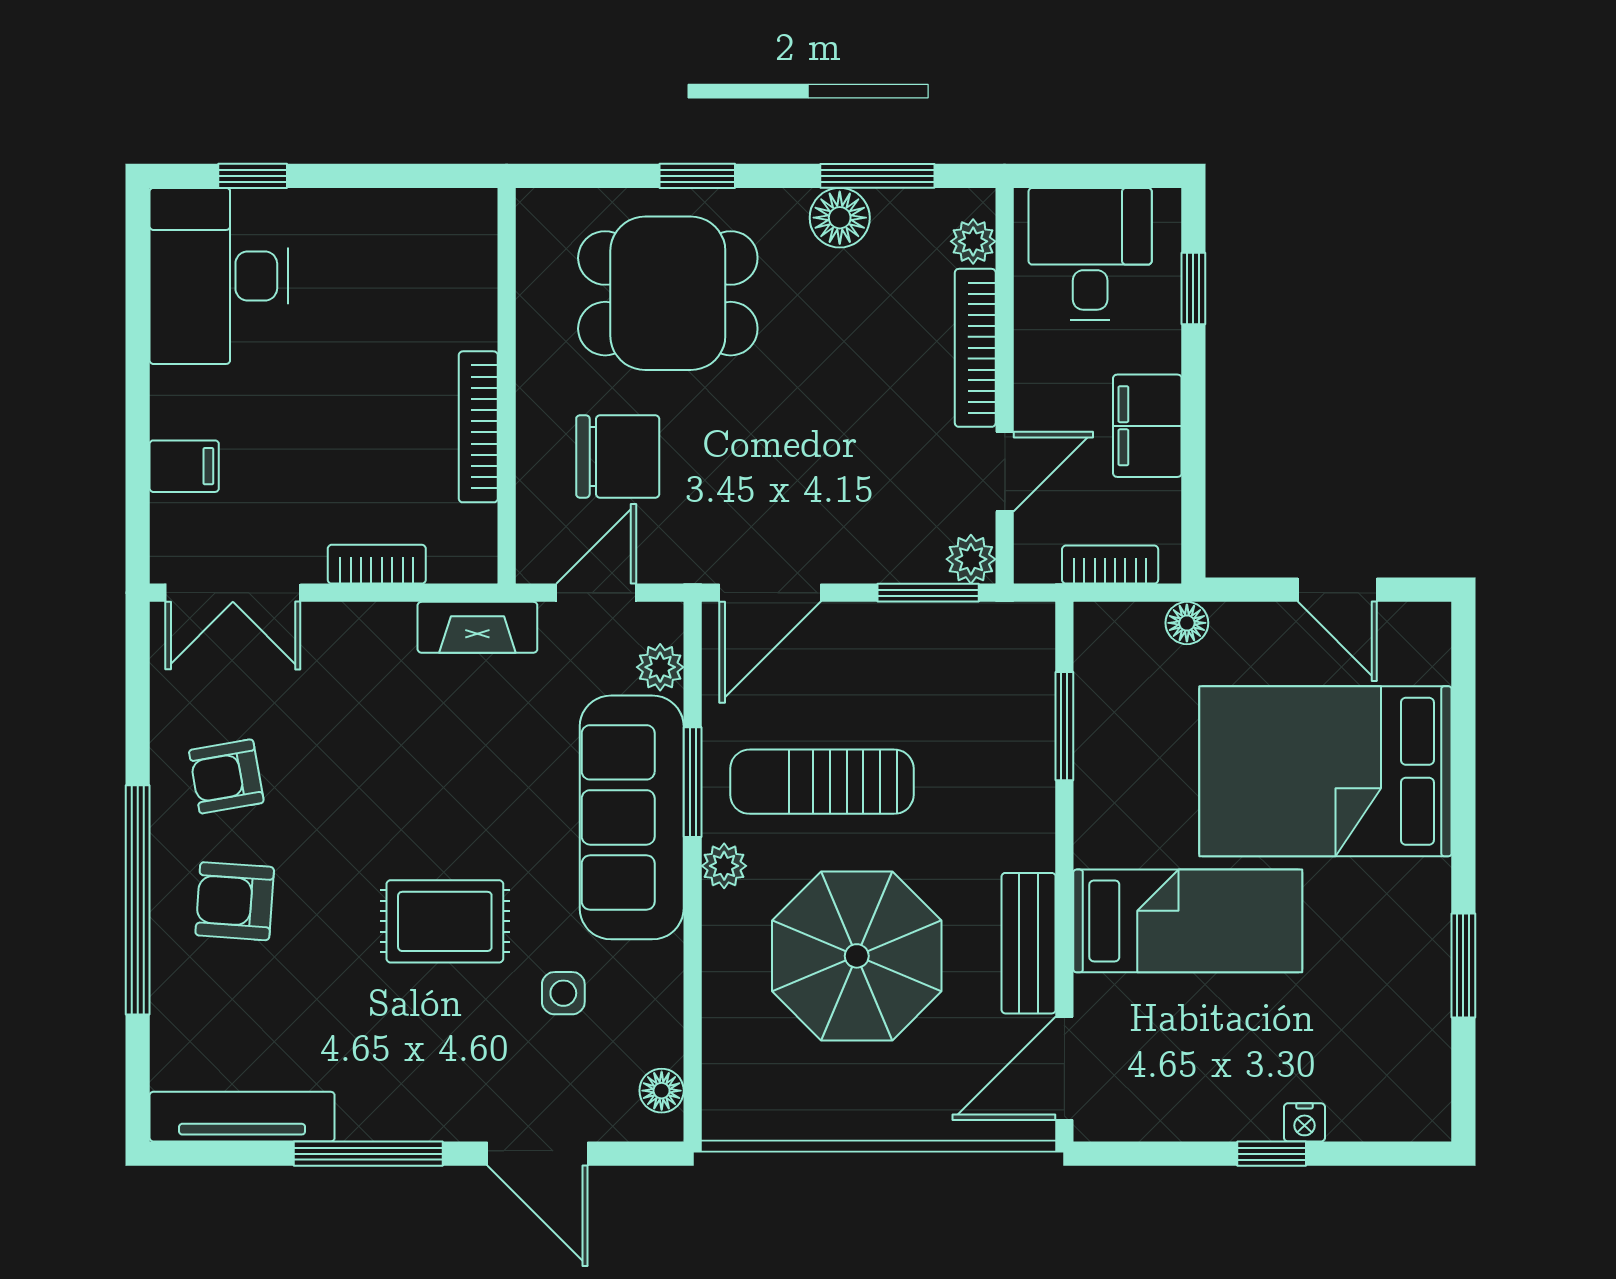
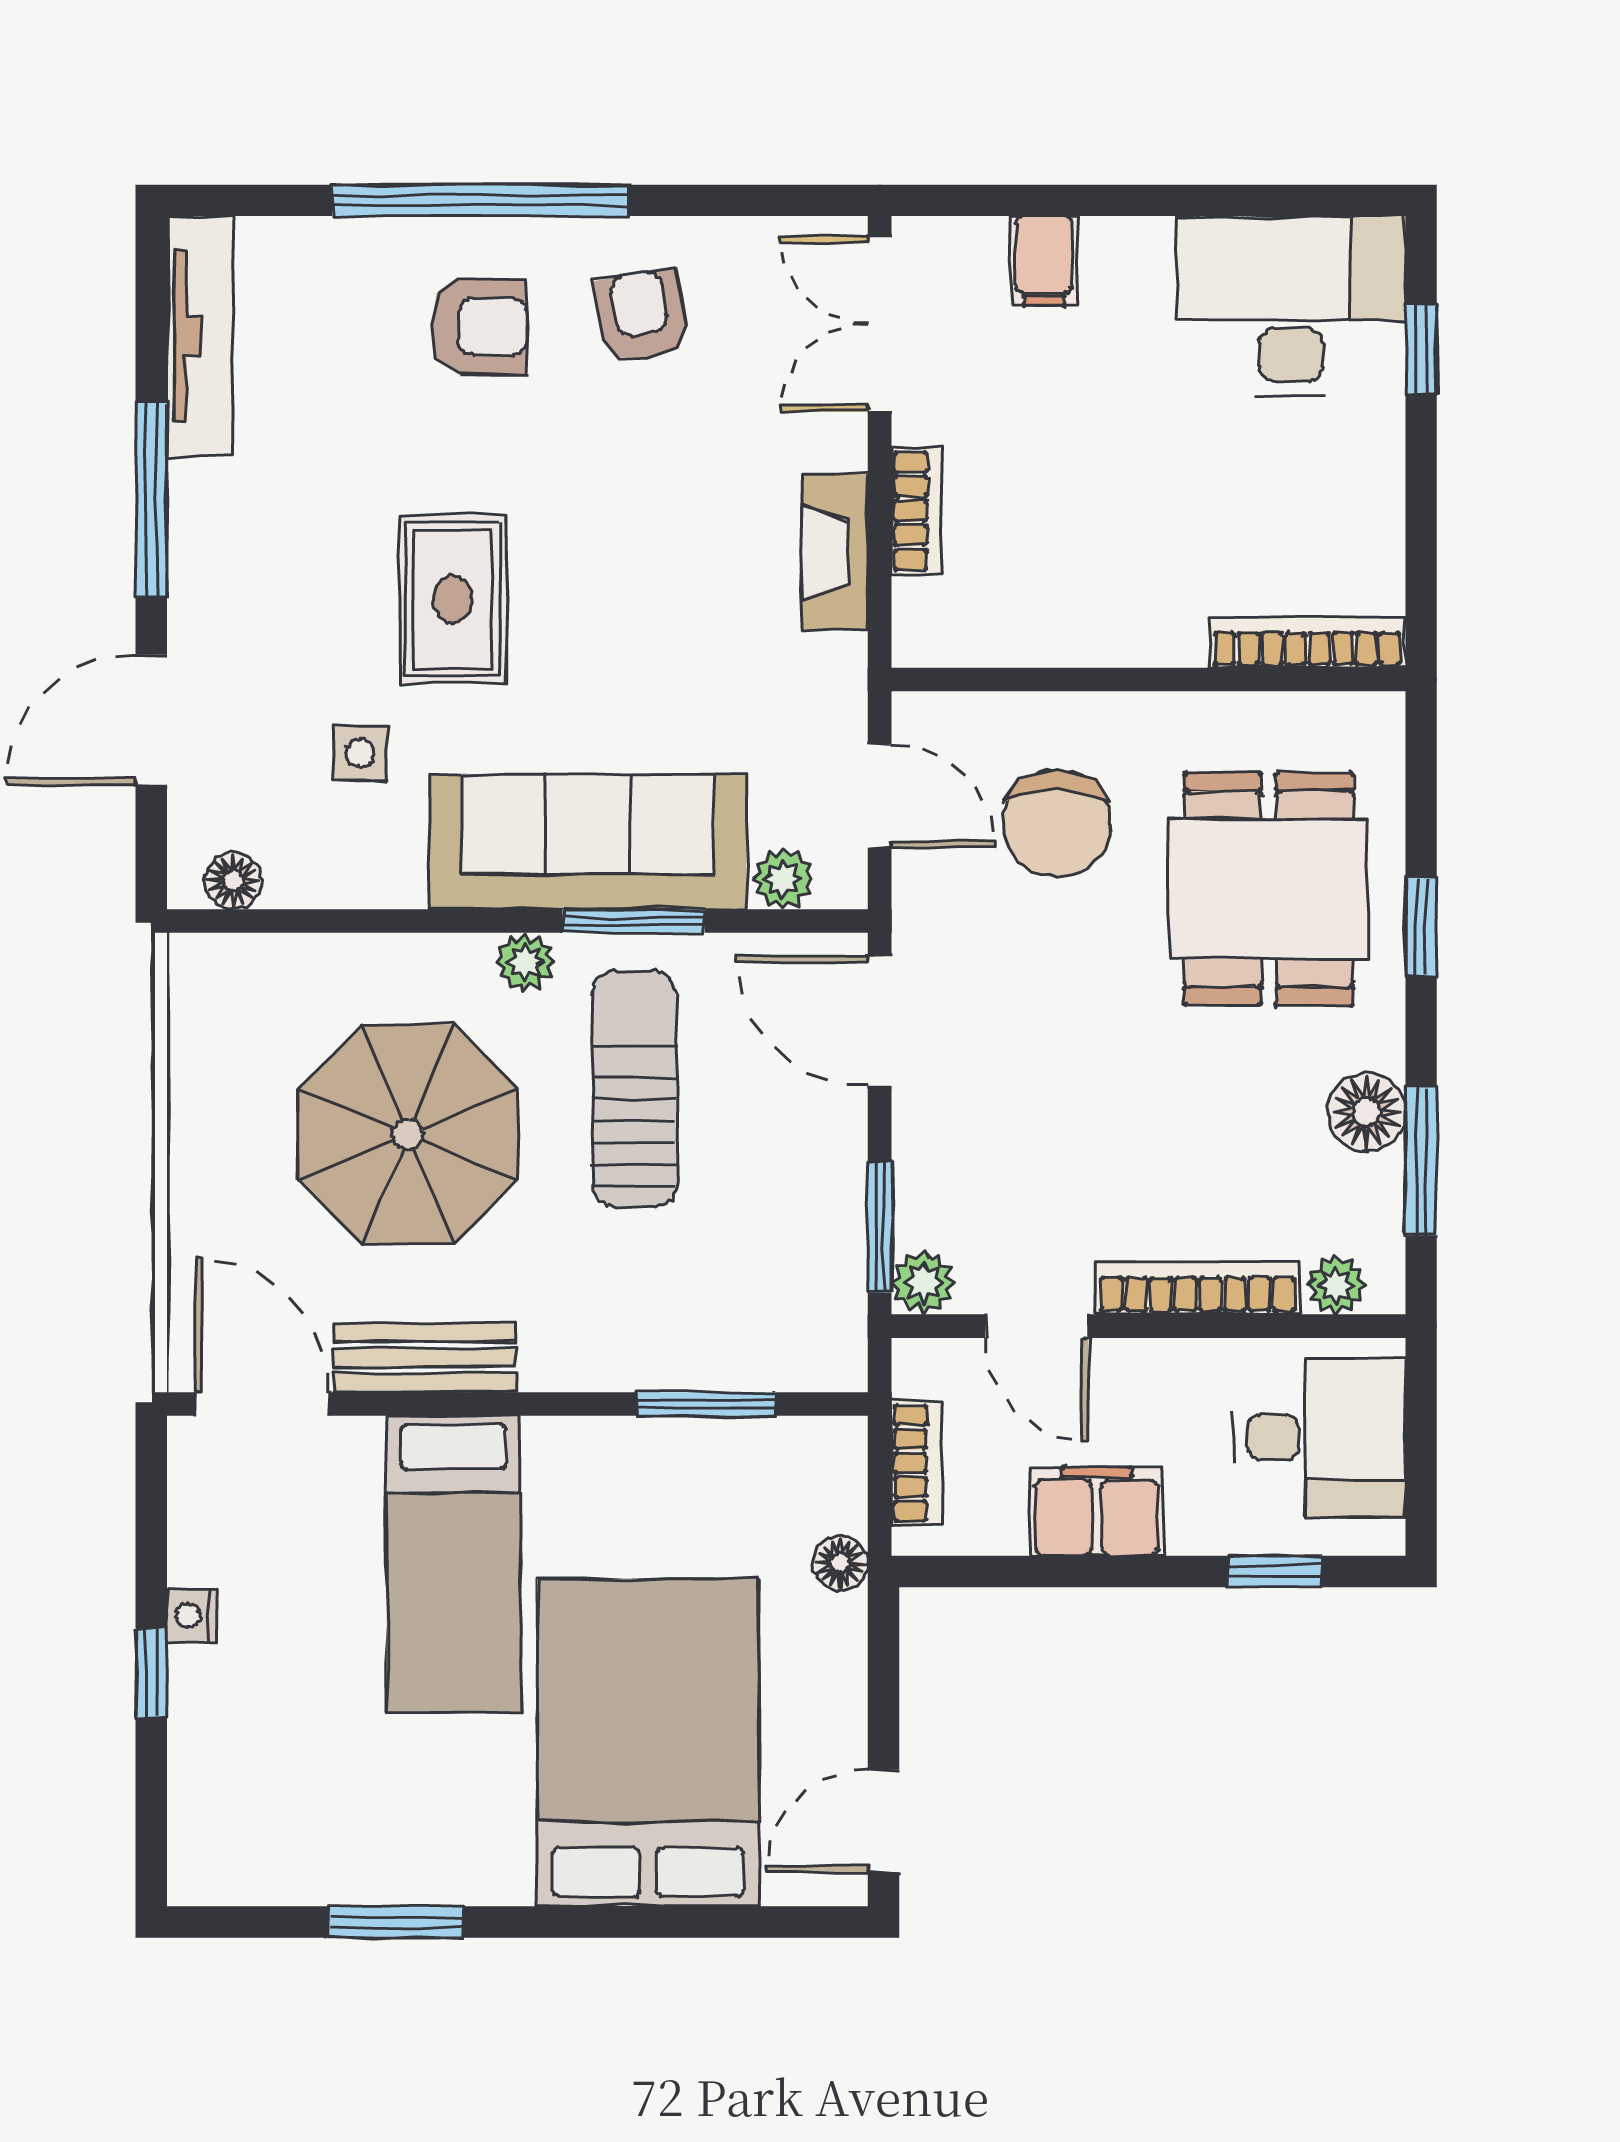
bookcase: (478, 427) -> (1307, 643), moved
door: (1337, 590) -> (884, 1821), moved
fireplace: (477, 627) -> (835, 552), moved
armchair: (235, 901) -> (479, 326), turned 86
nightstand: (1304, 1122) -> (192, 1616), moved

